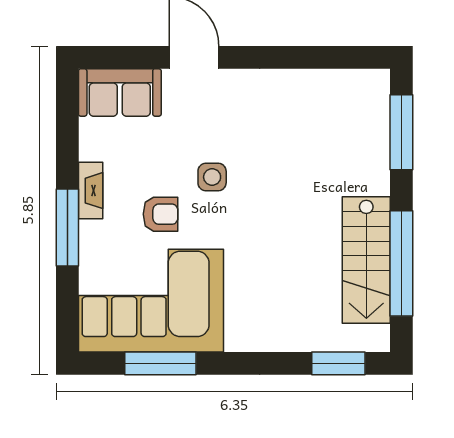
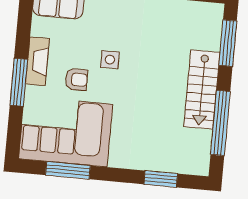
fireplace: (91, 191) -> (37, 61), width x1.37, depth x1.32
stairs: (366, 260) -> (202, 90), moved
window: (338, 363) -> (161, 179), moved

